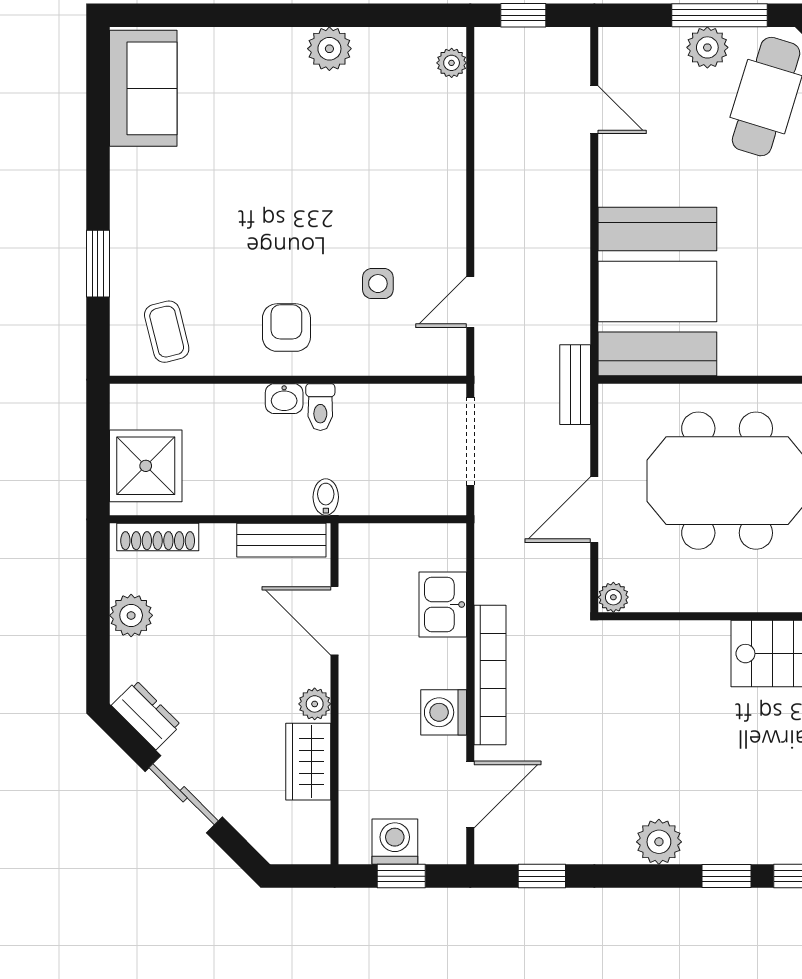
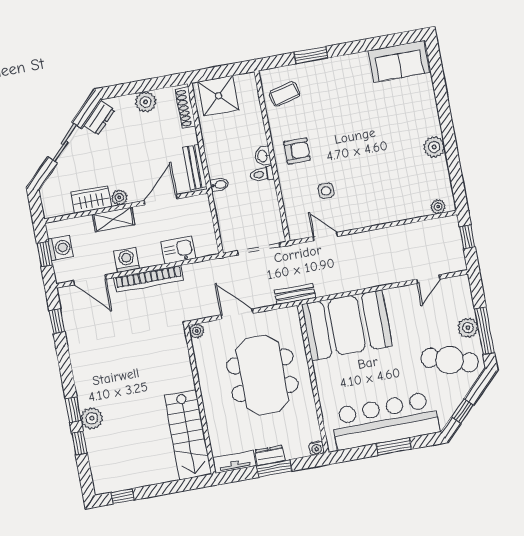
shelving: (357, 724) -> (113, 219), added
plant: (659, 842) -> (92, 418), moved

